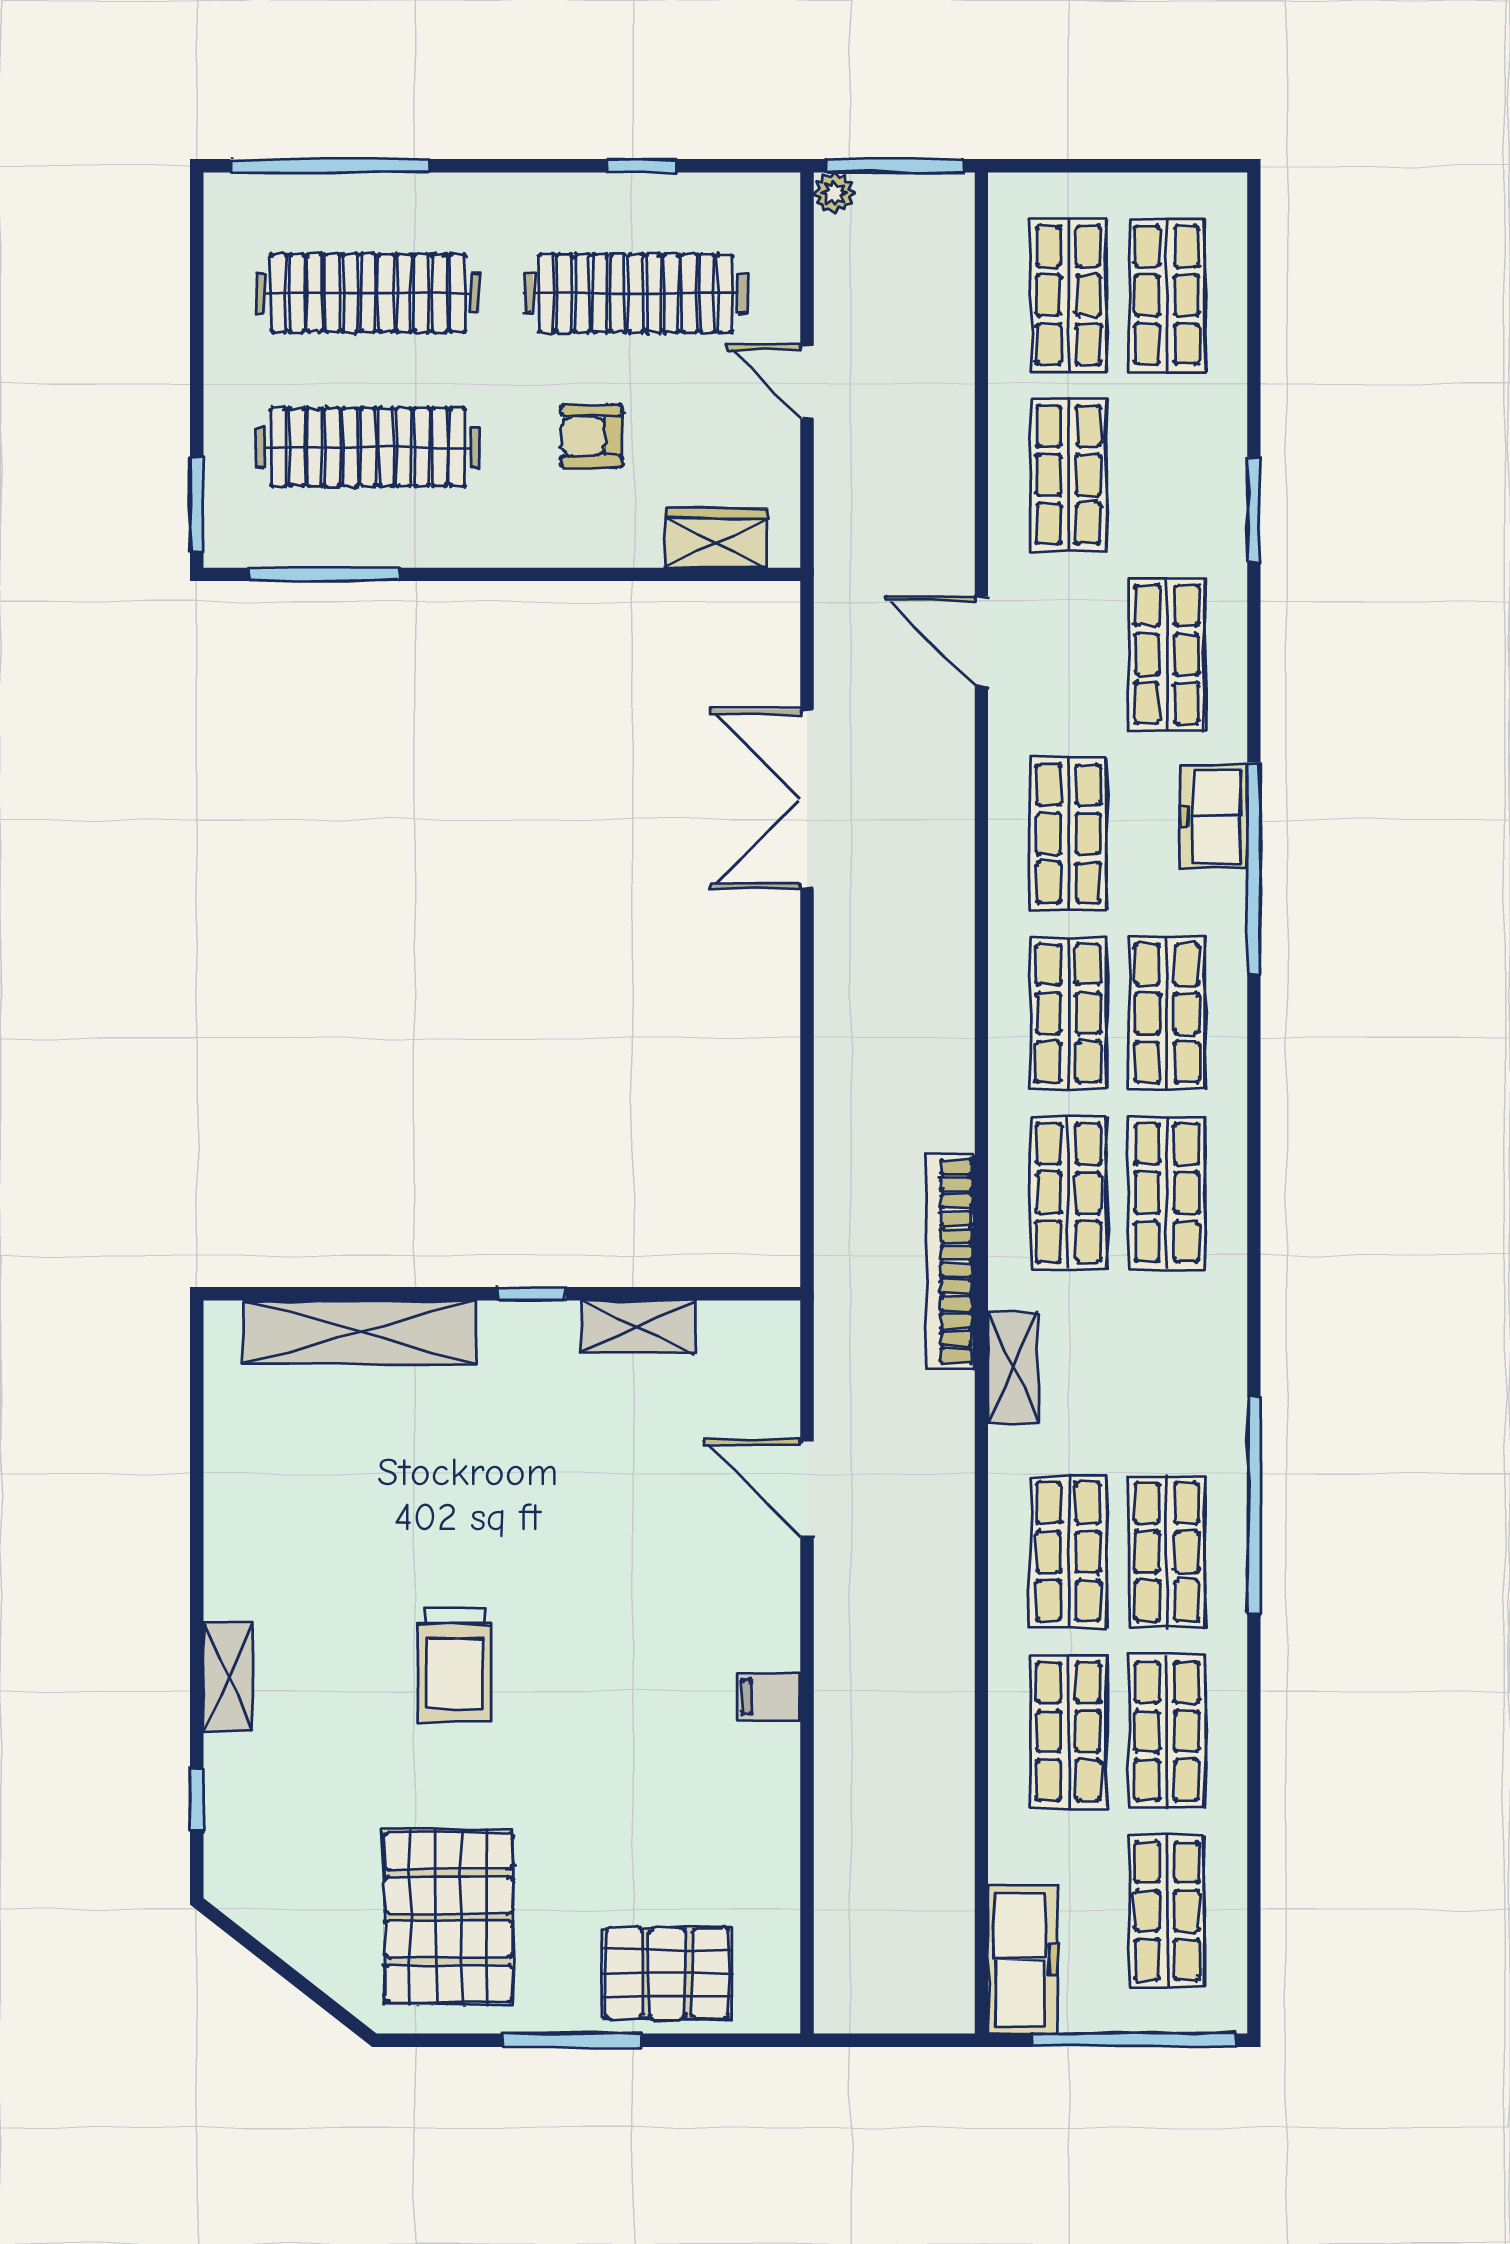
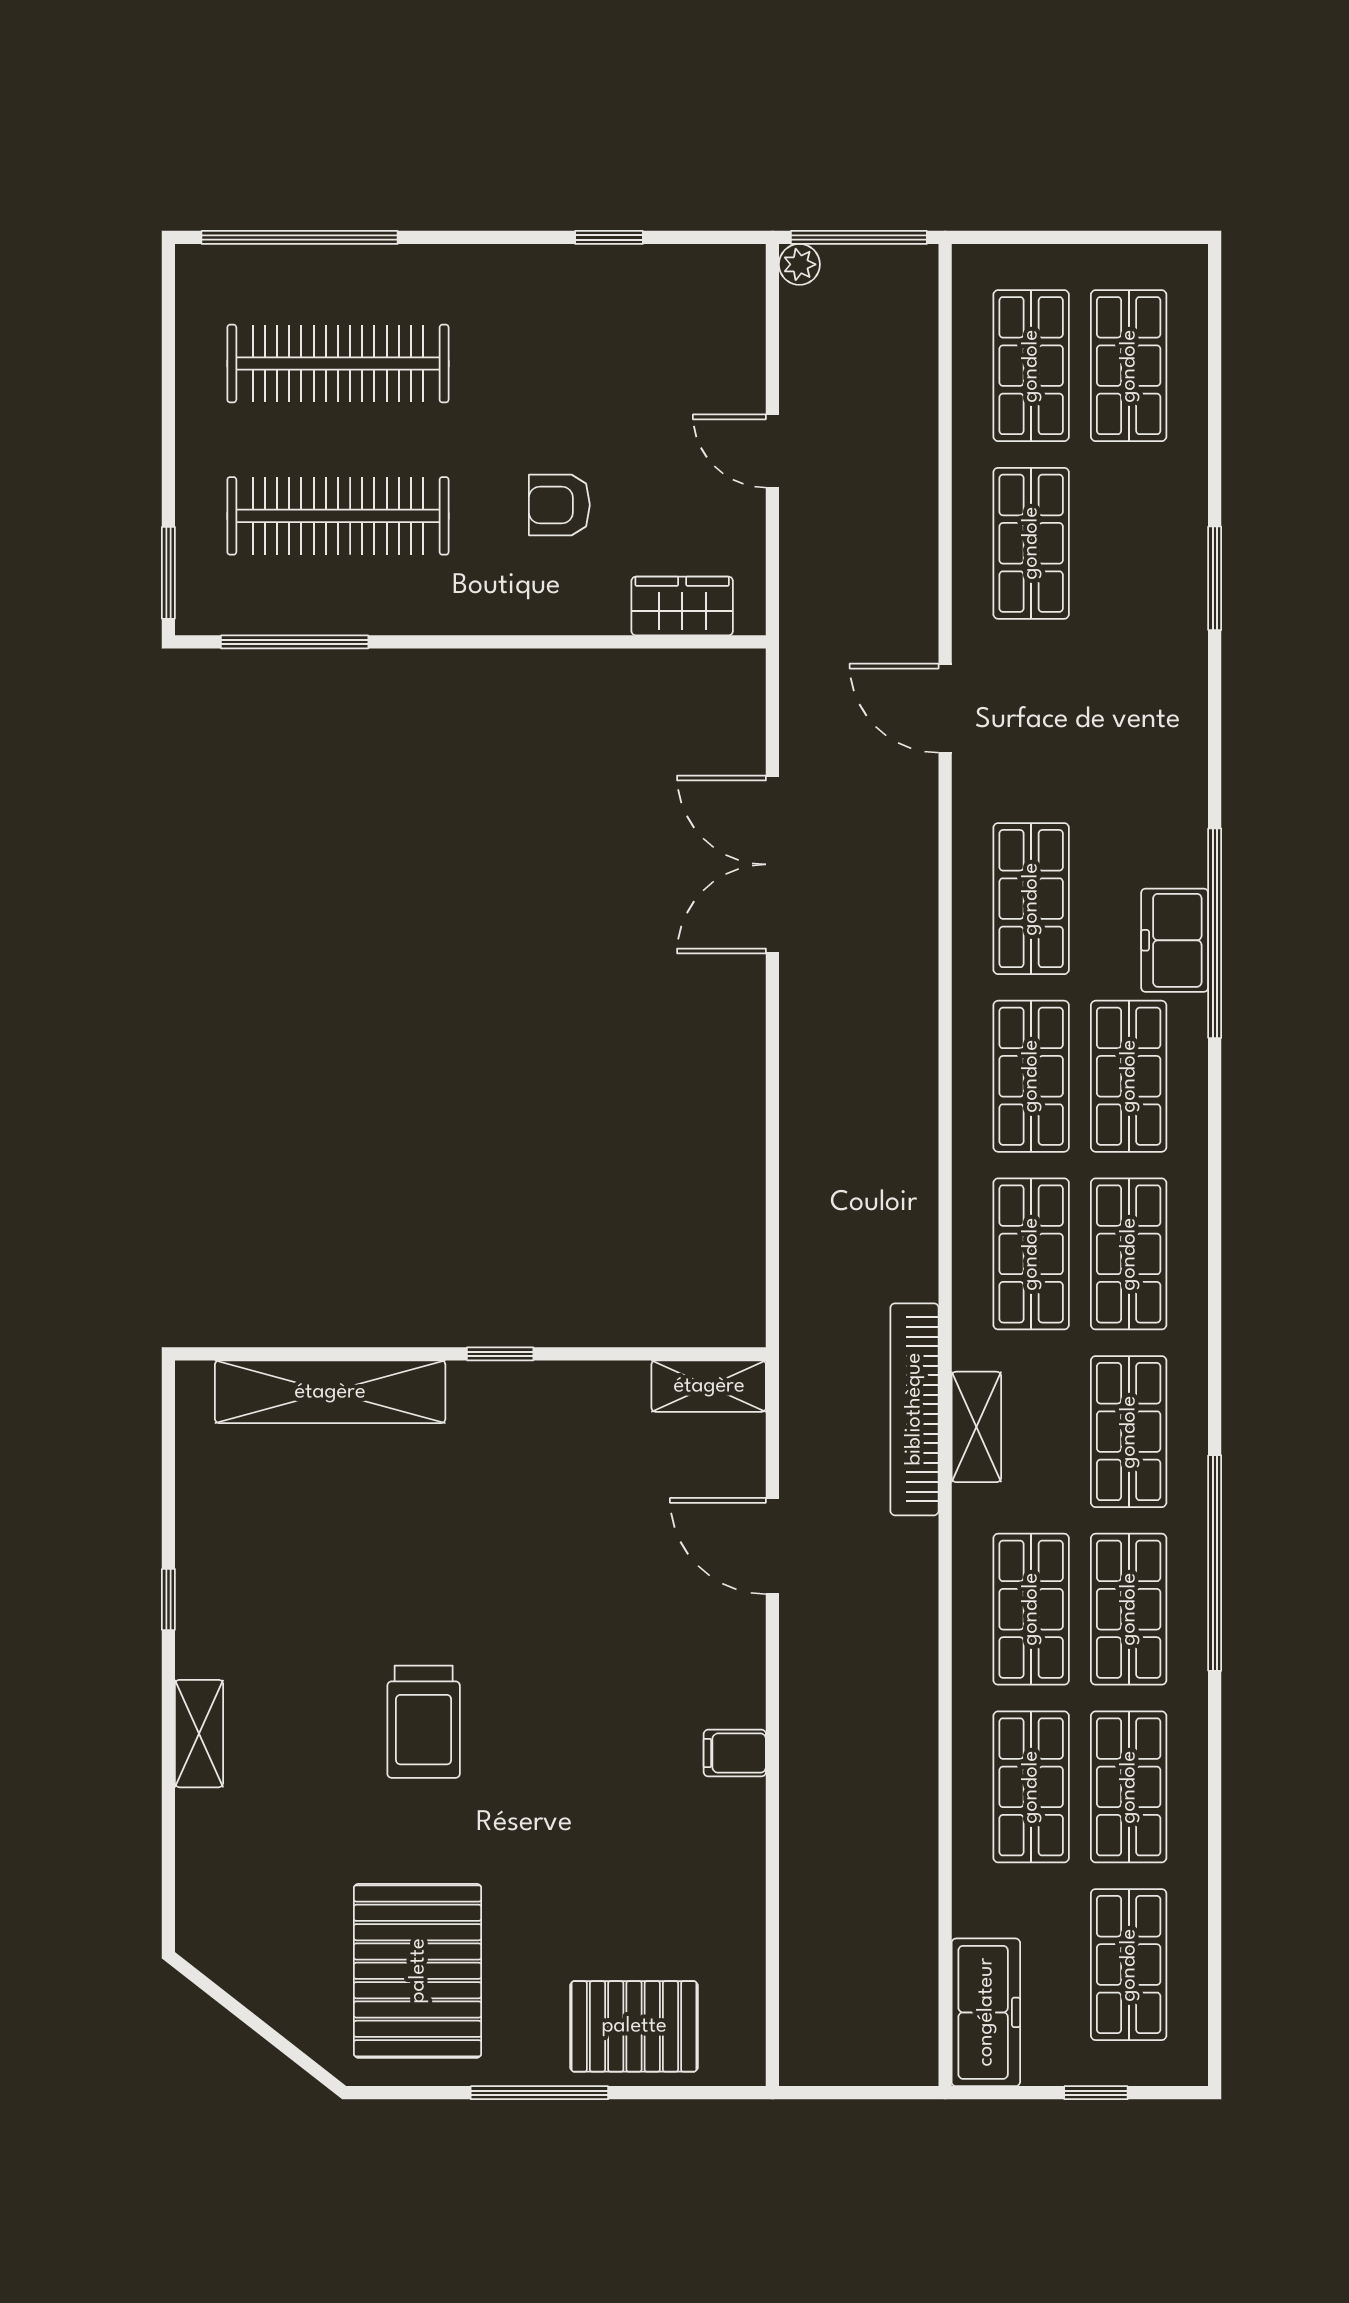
clothes rail: (636, 293) -> (603, 364), removed
shop shelf: (1167, 654) -> (1129, 1432), moved
freezer: (1213, 817) -> (1175, 940), moved
bookcase: (951, 1261) -> (914, 1409), moved
shelving: (638, 1326) -> (709, 1386), moved
window: (197, 1800) -> (168, 1599), moved
window: (1134, 2040) -> (1096, 2093), width x0.32

